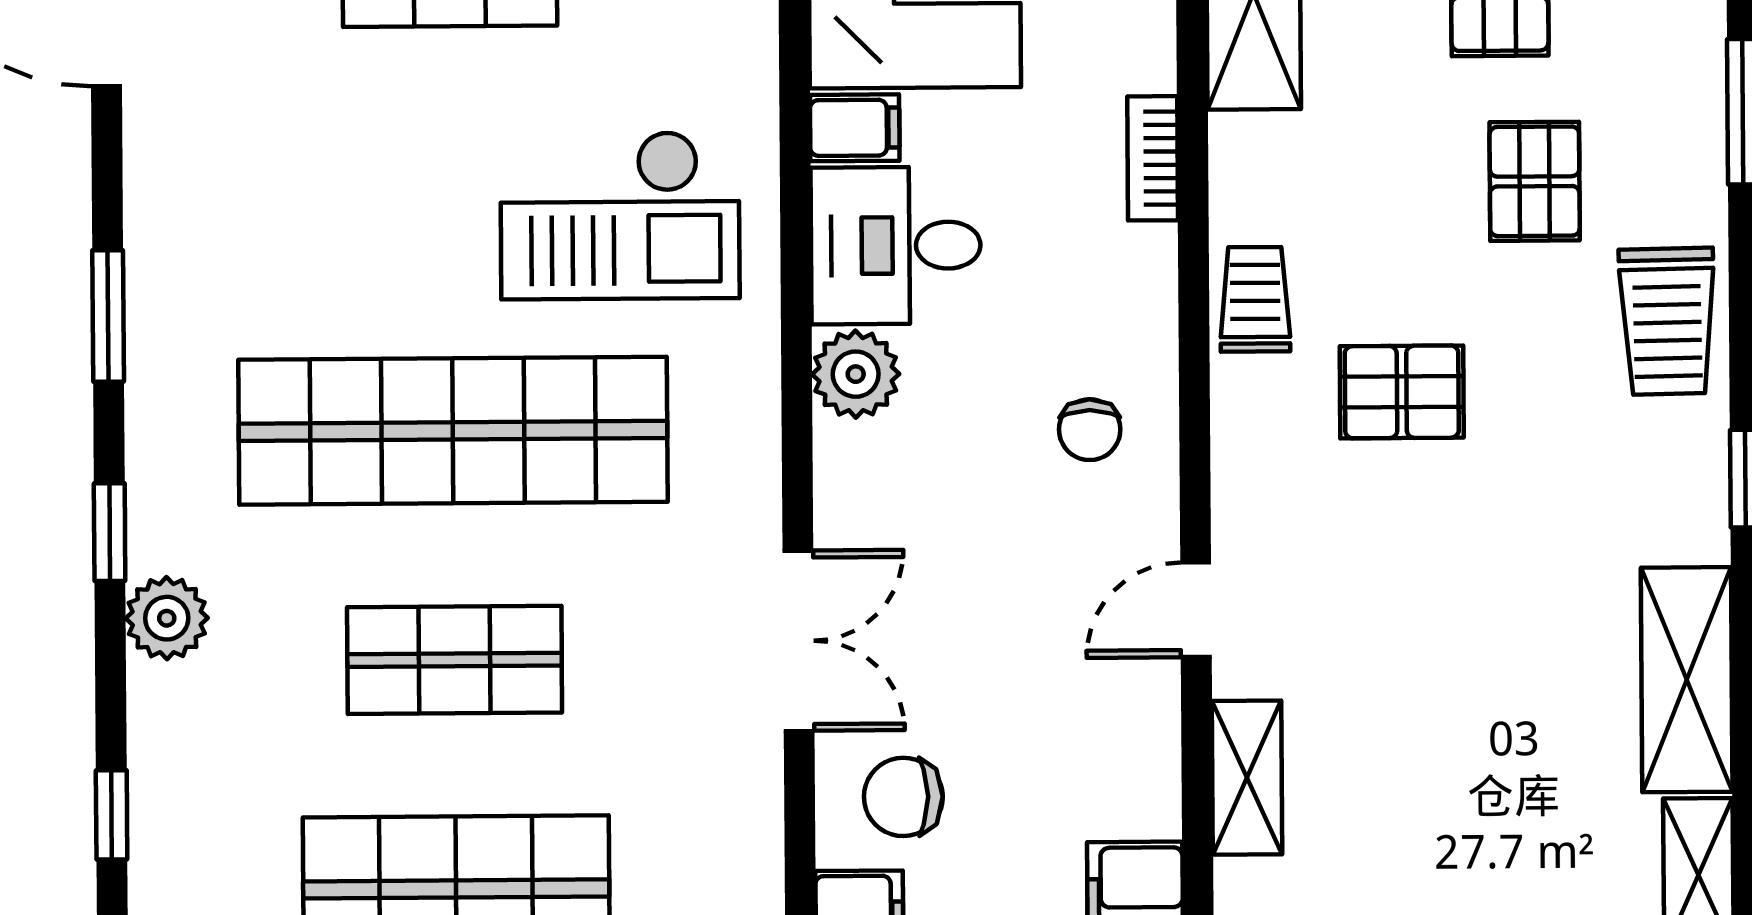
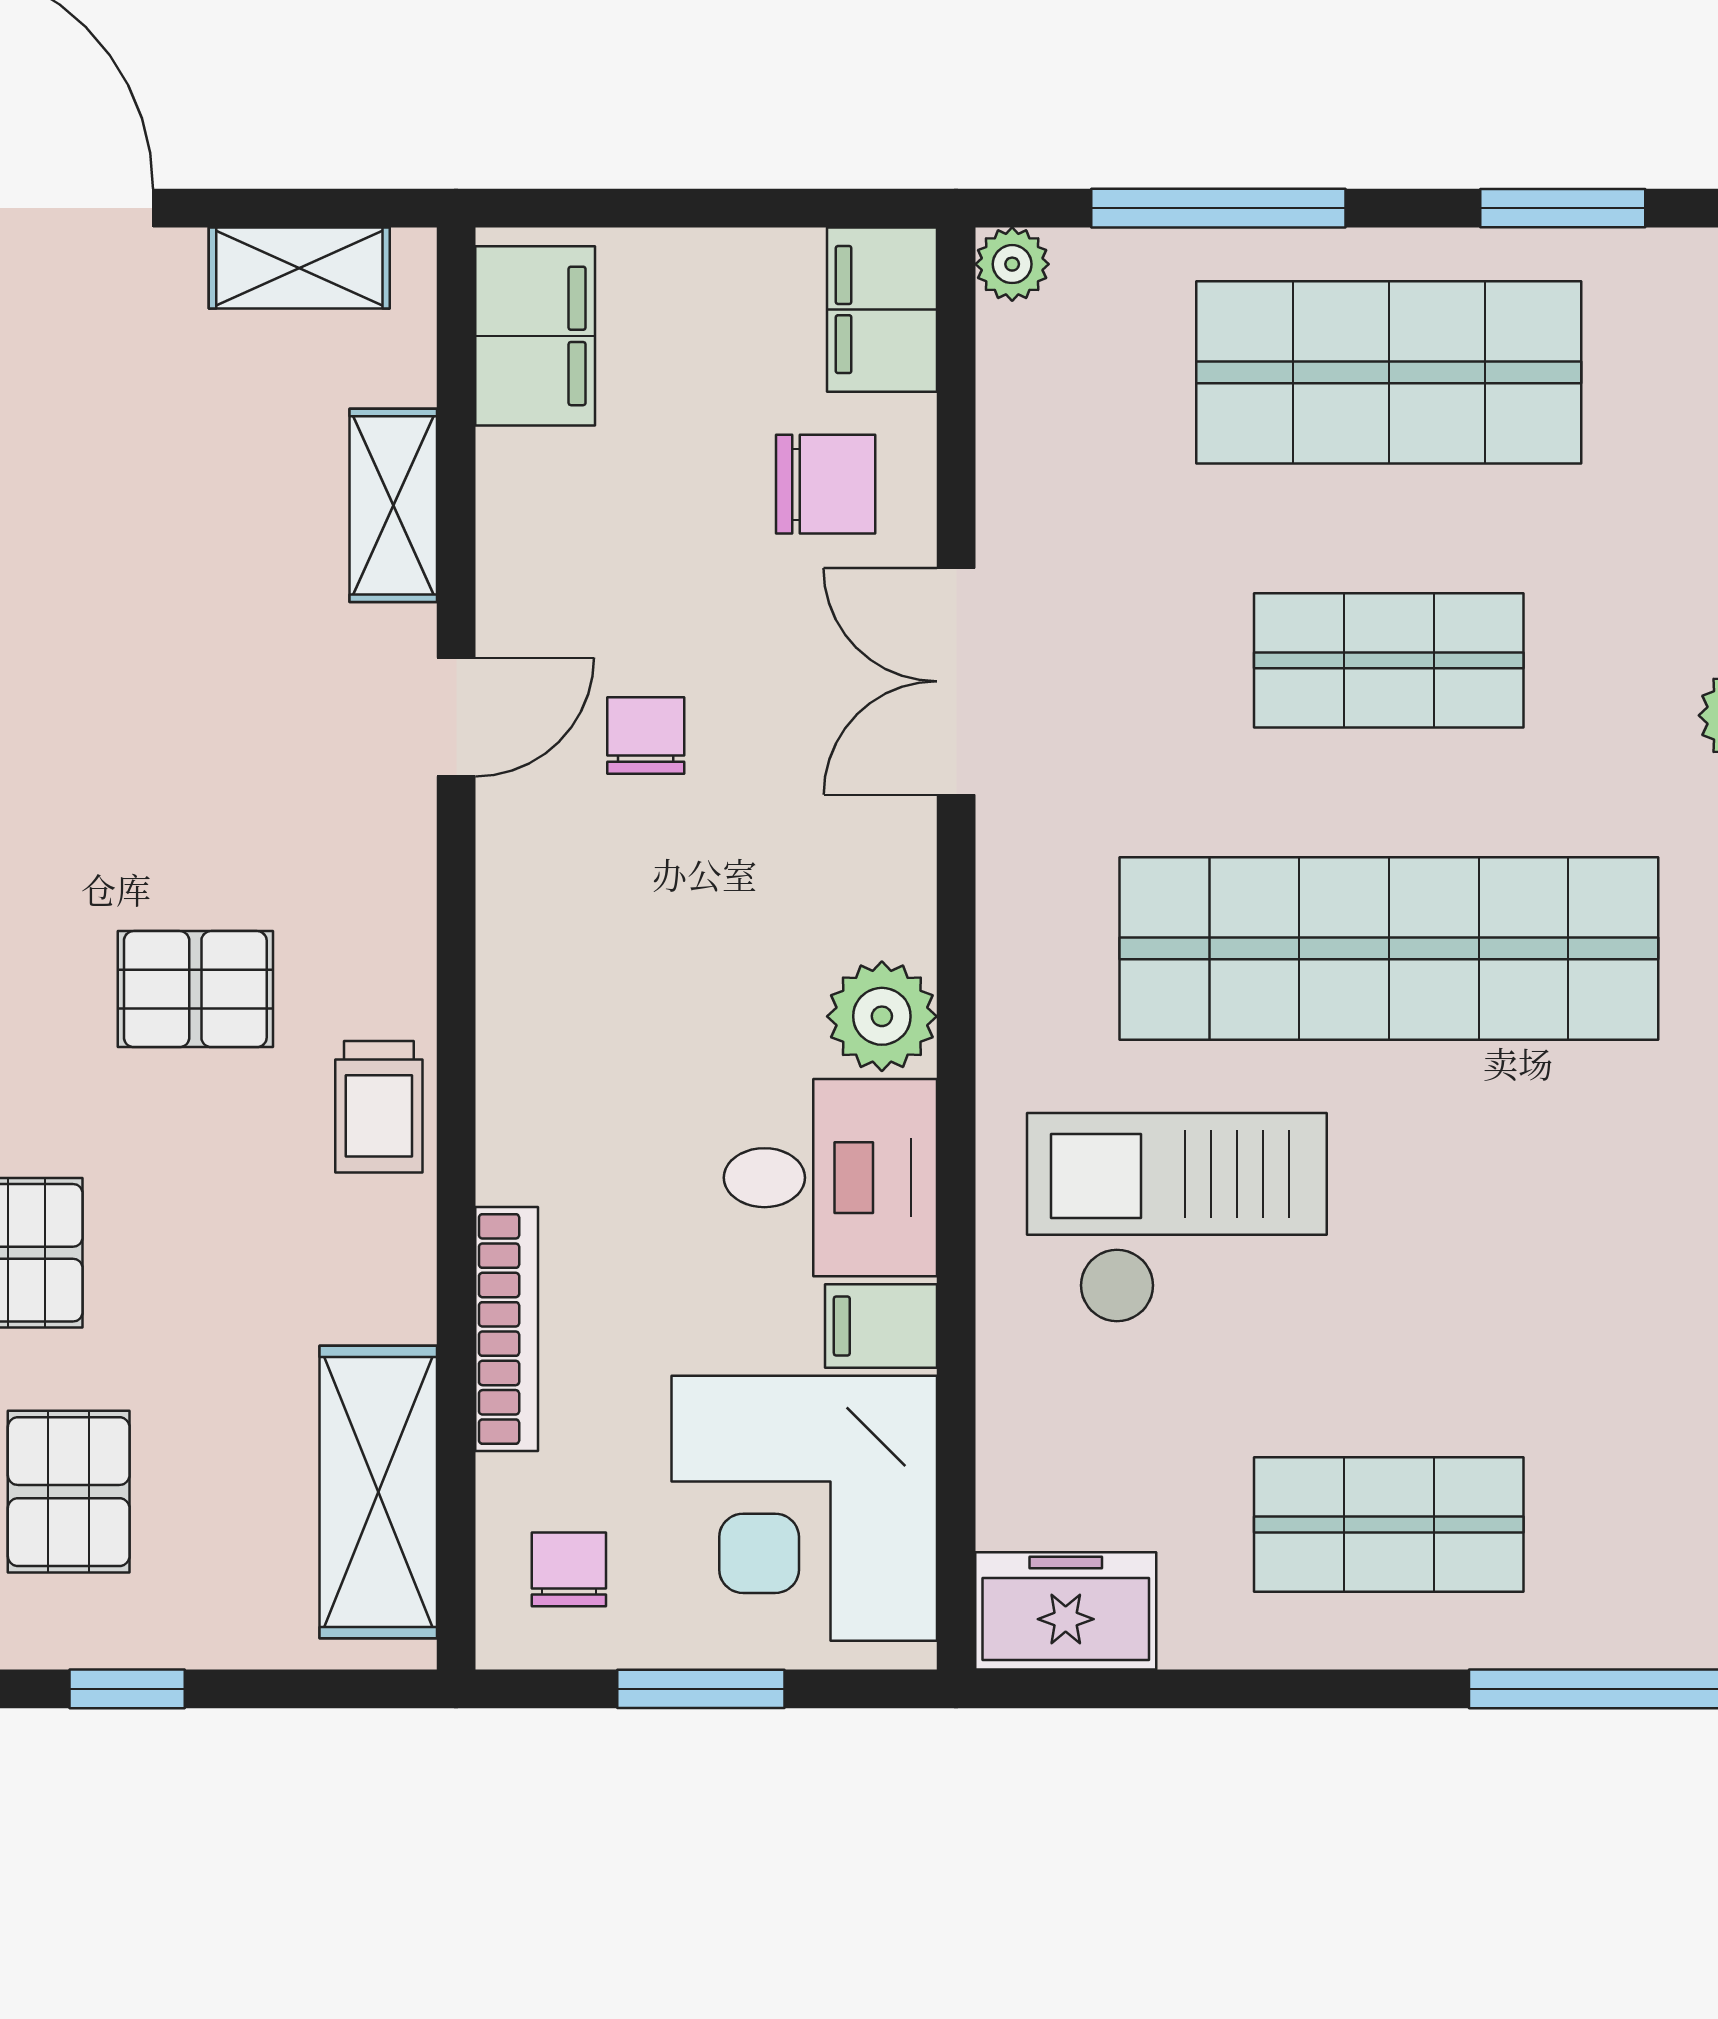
bookcase: (1153, 158) -> (507, 1329), width x1.56
chair: (1090, 430) -> (646, 736), moved

